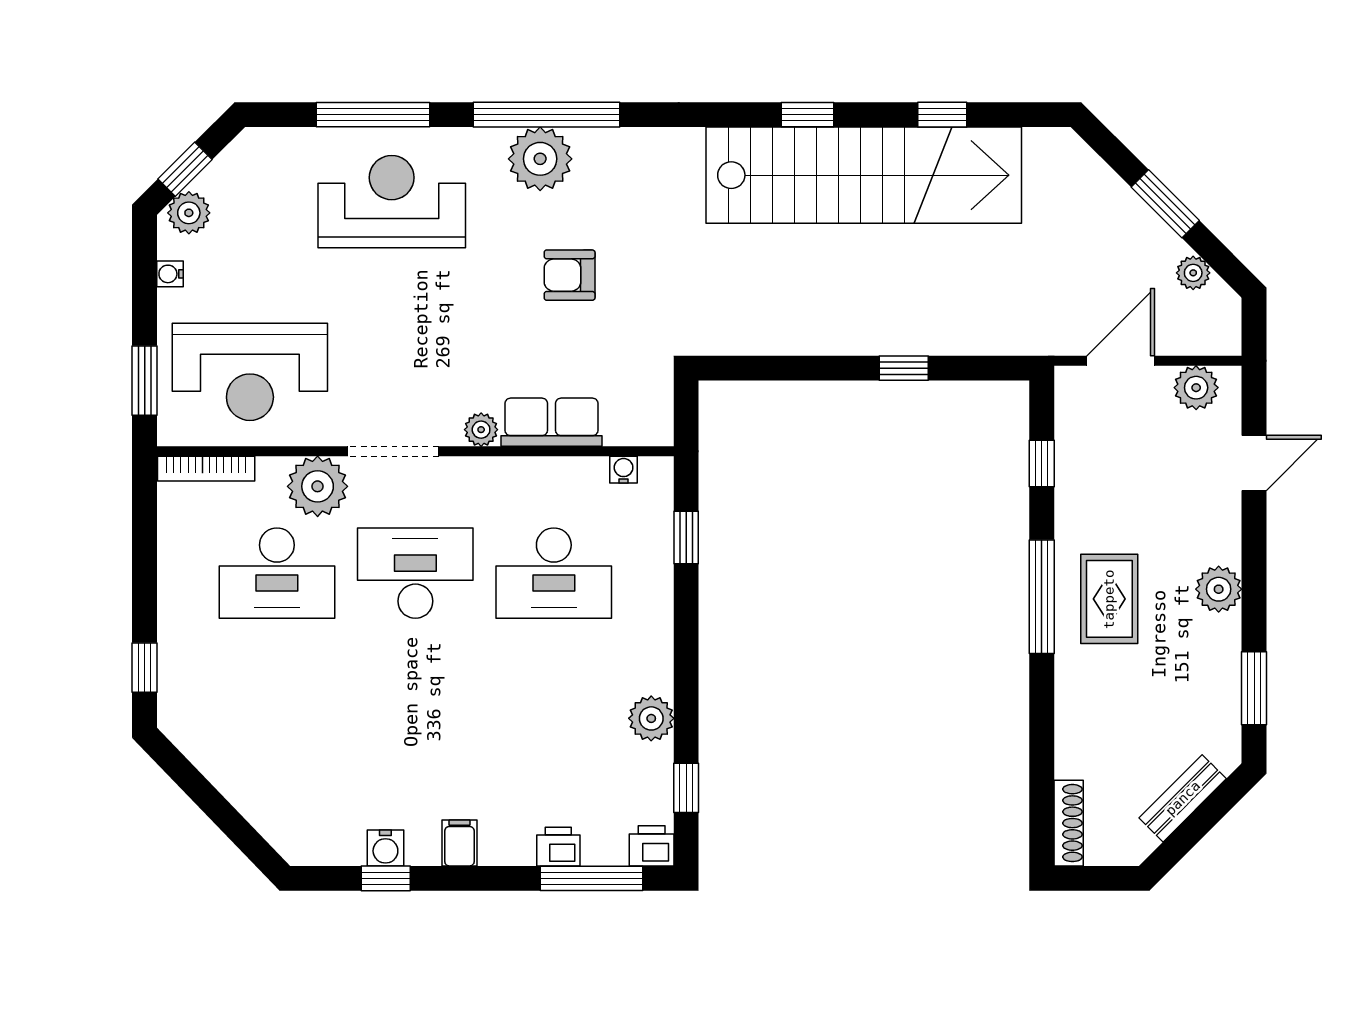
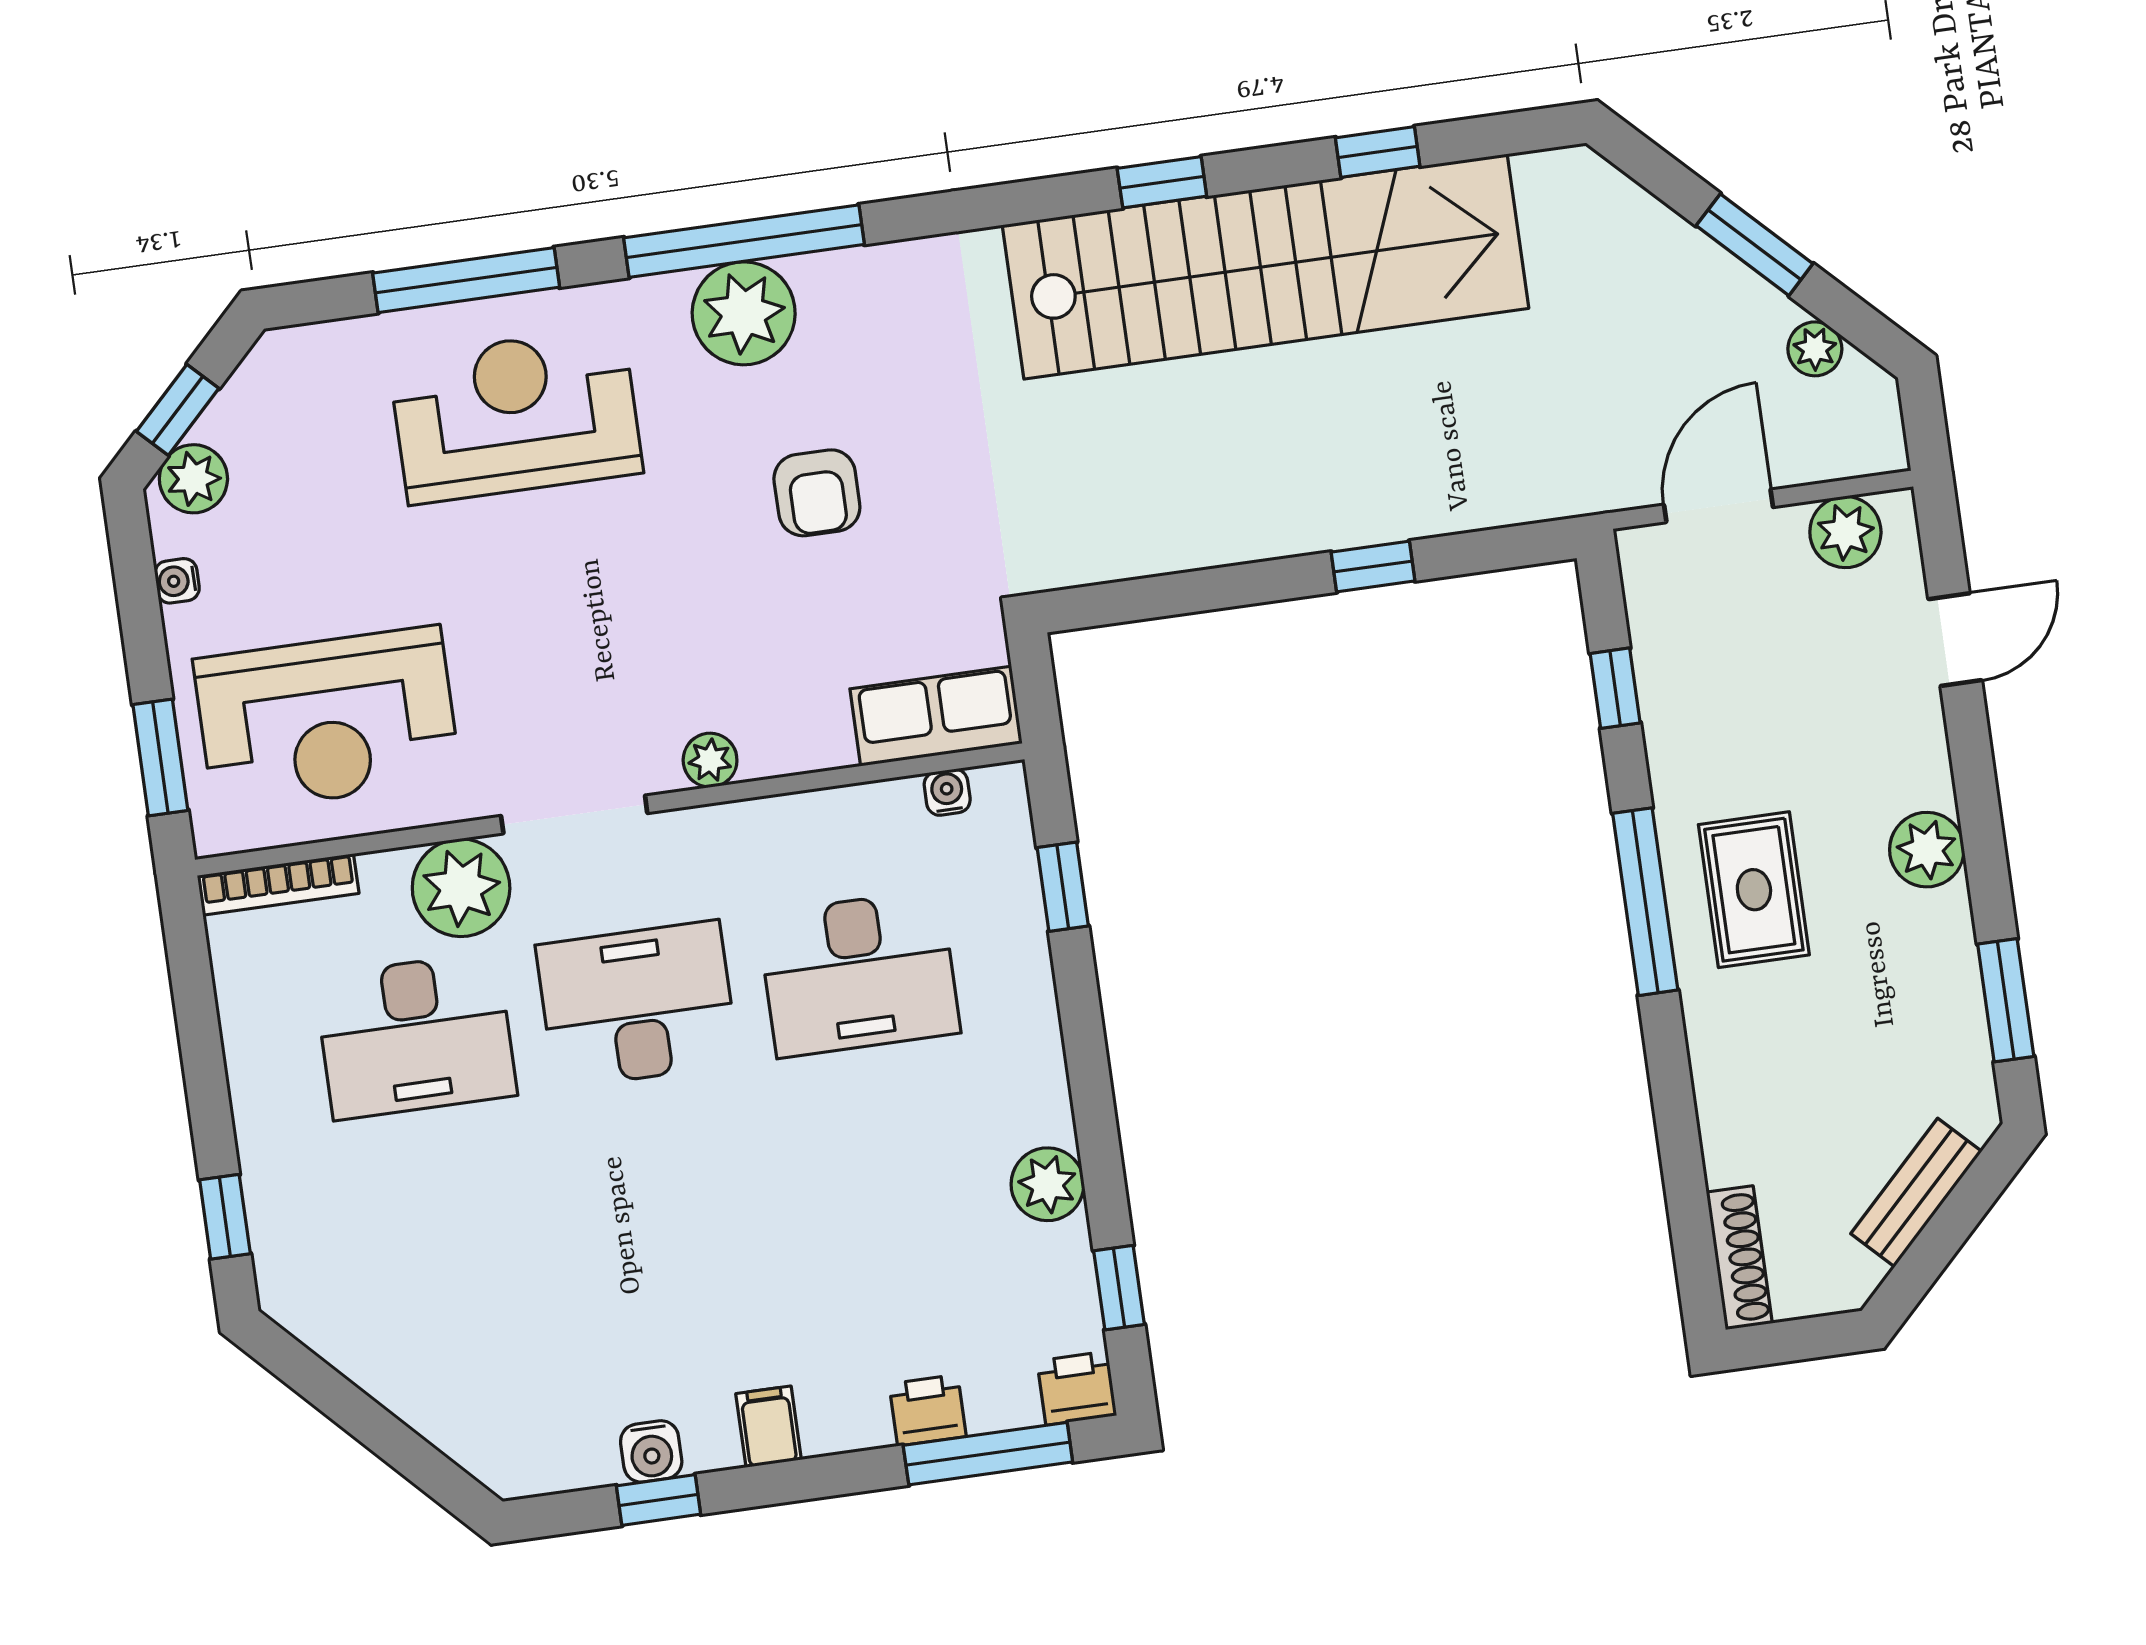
armchair: (570, 275) -> (817, 493), turned -90
row of seats: (551, 422) -> (936, 716), moved

